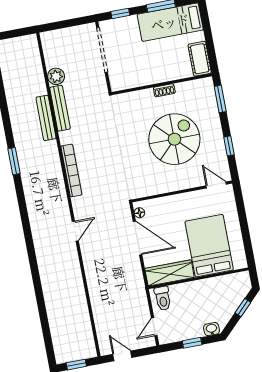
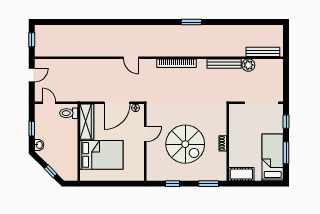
bench: (46, 118) -> (263, 52), moved
door: (216, 185) -> (145, 134), moved

